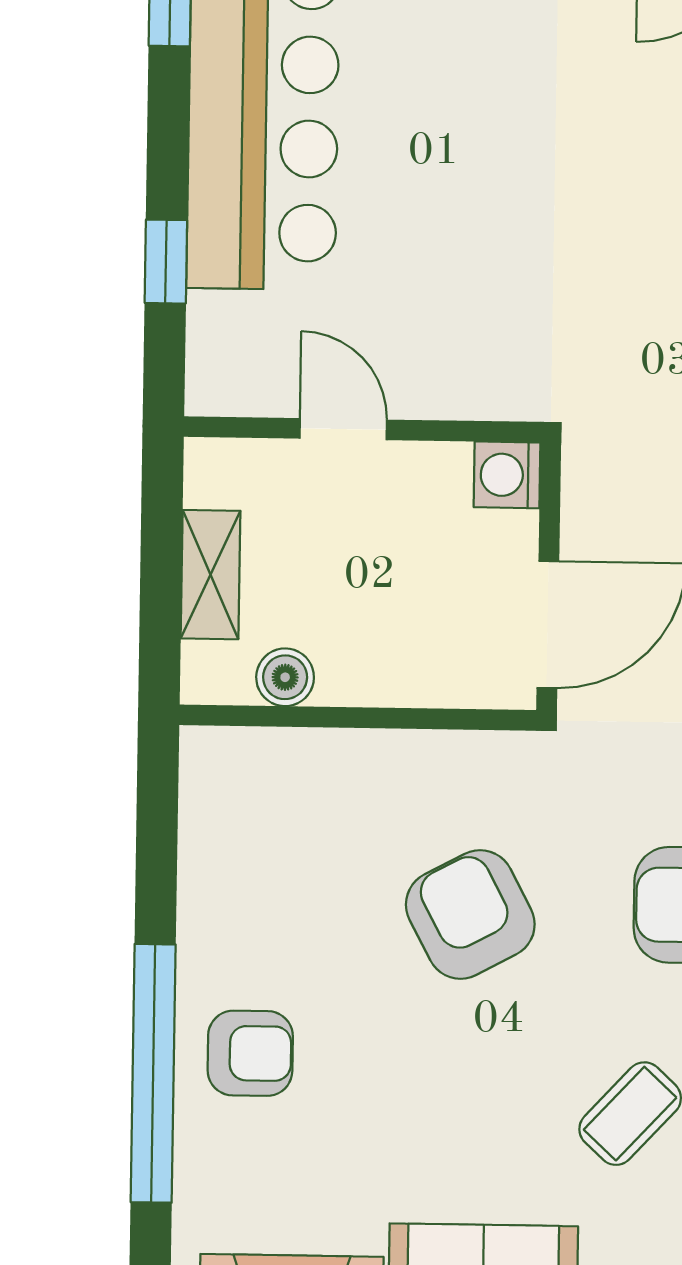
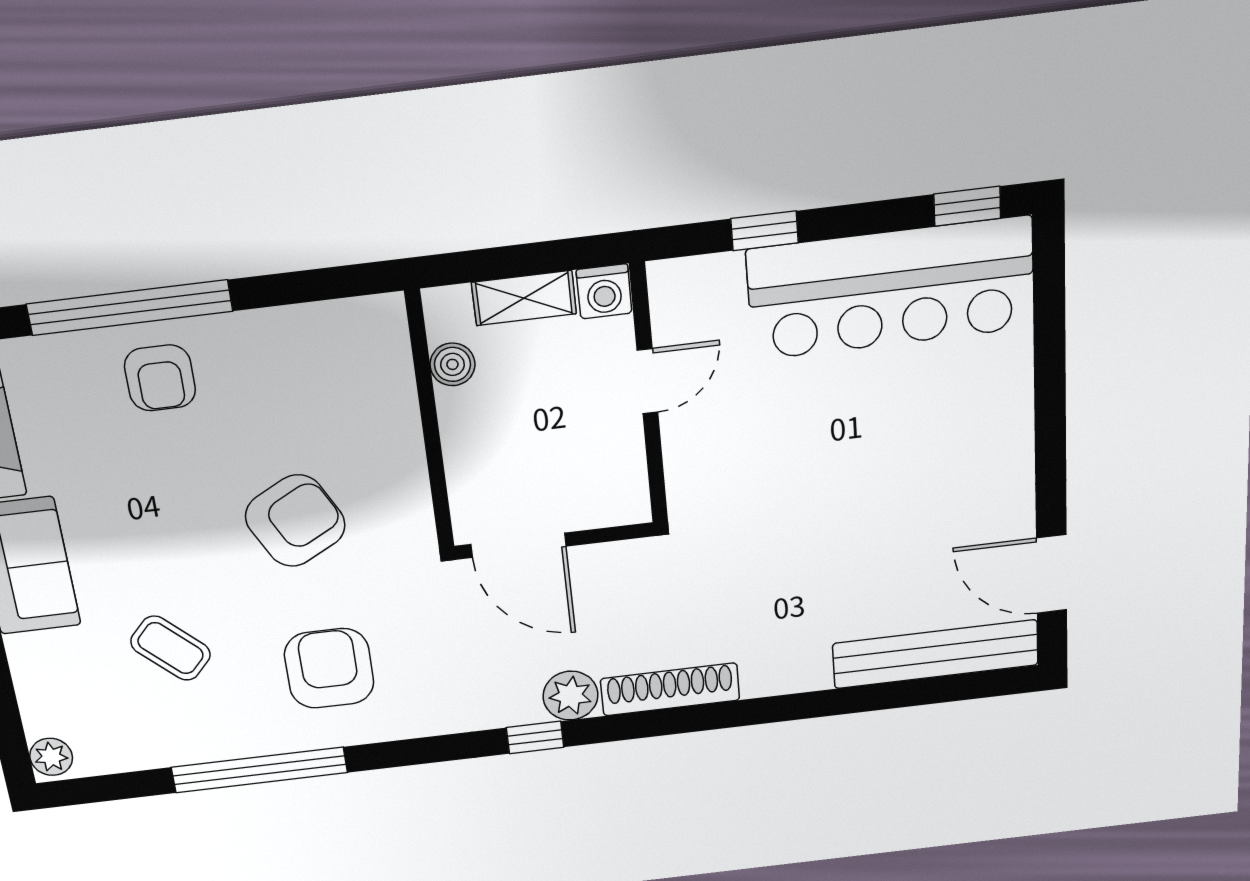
washing machine: (507, 475) -> (604, 291), moved, turned 180

